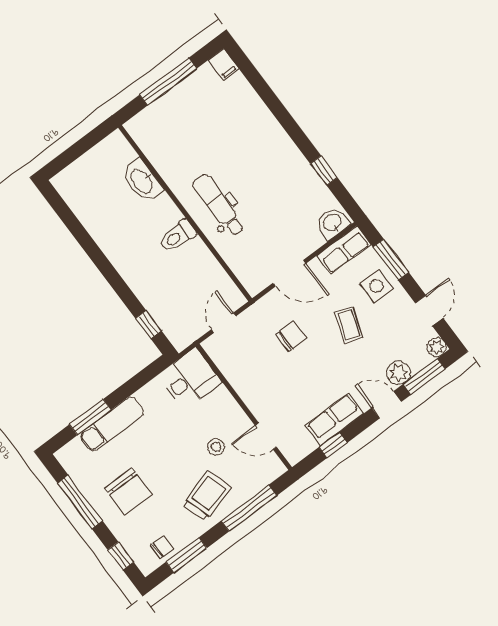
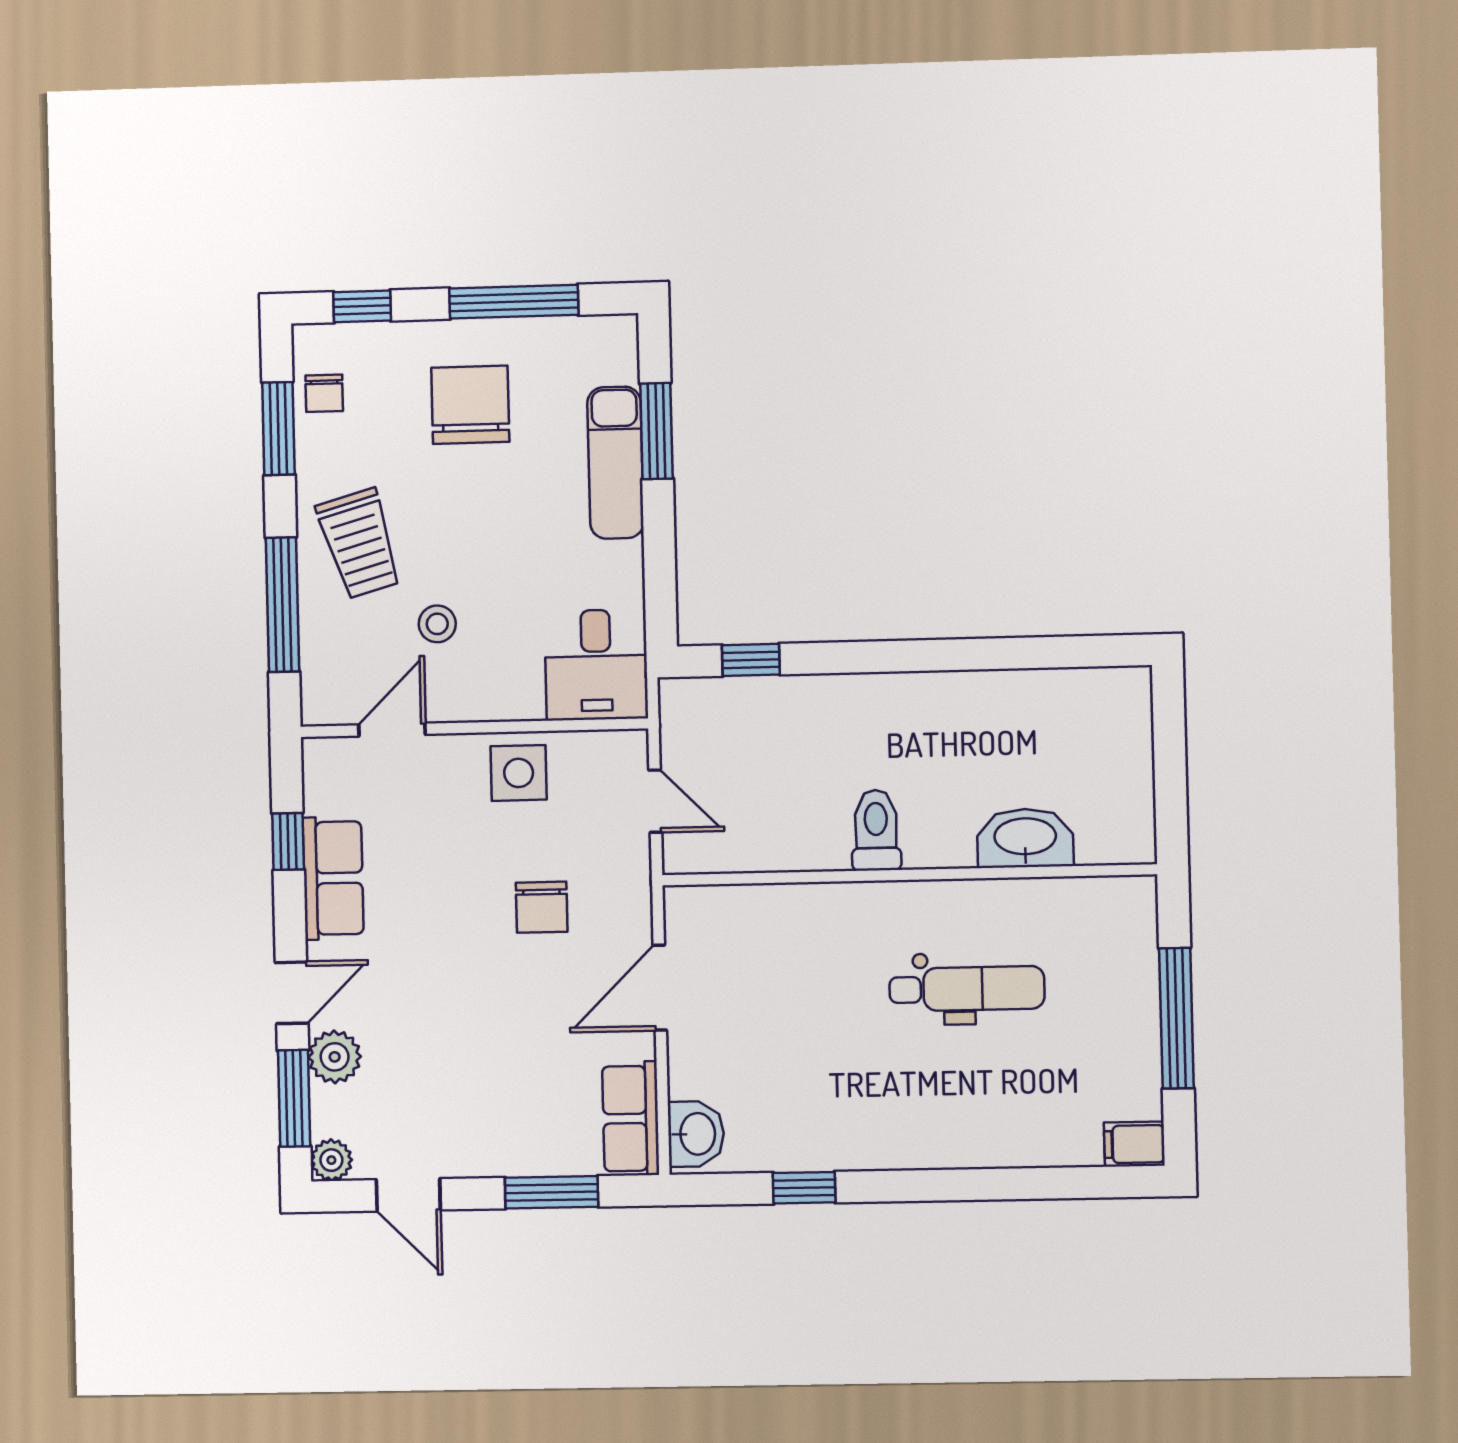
dental chair: (219, 205) -> (967, 989), moved
side table: (376, 286) -> (519, 773), moved
coffee table: (349, 325) -> (487, 1028), removed
chair: (128, 491) -> (470, 405), turned 90

